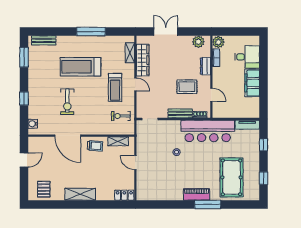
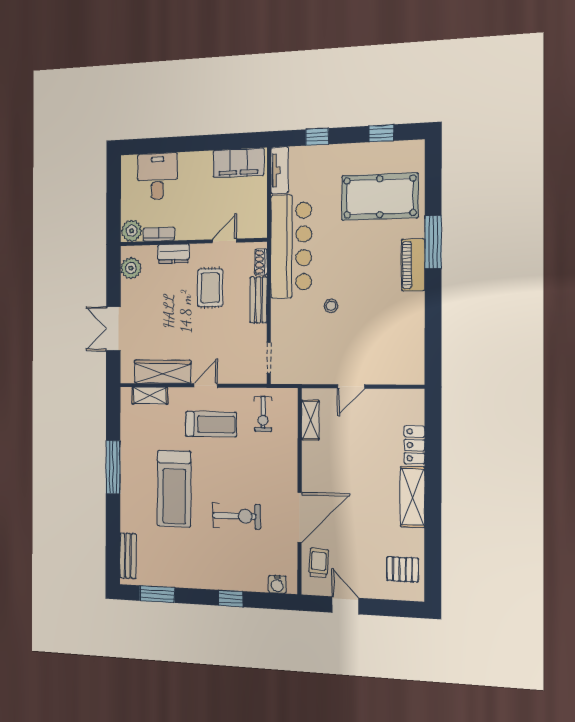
filing cabinet: (252, 83) -> (239, 163), moved
trolley: (95, 146) -> (319, 563), moved
locker: (124, 195) -> (414, 445), moved

